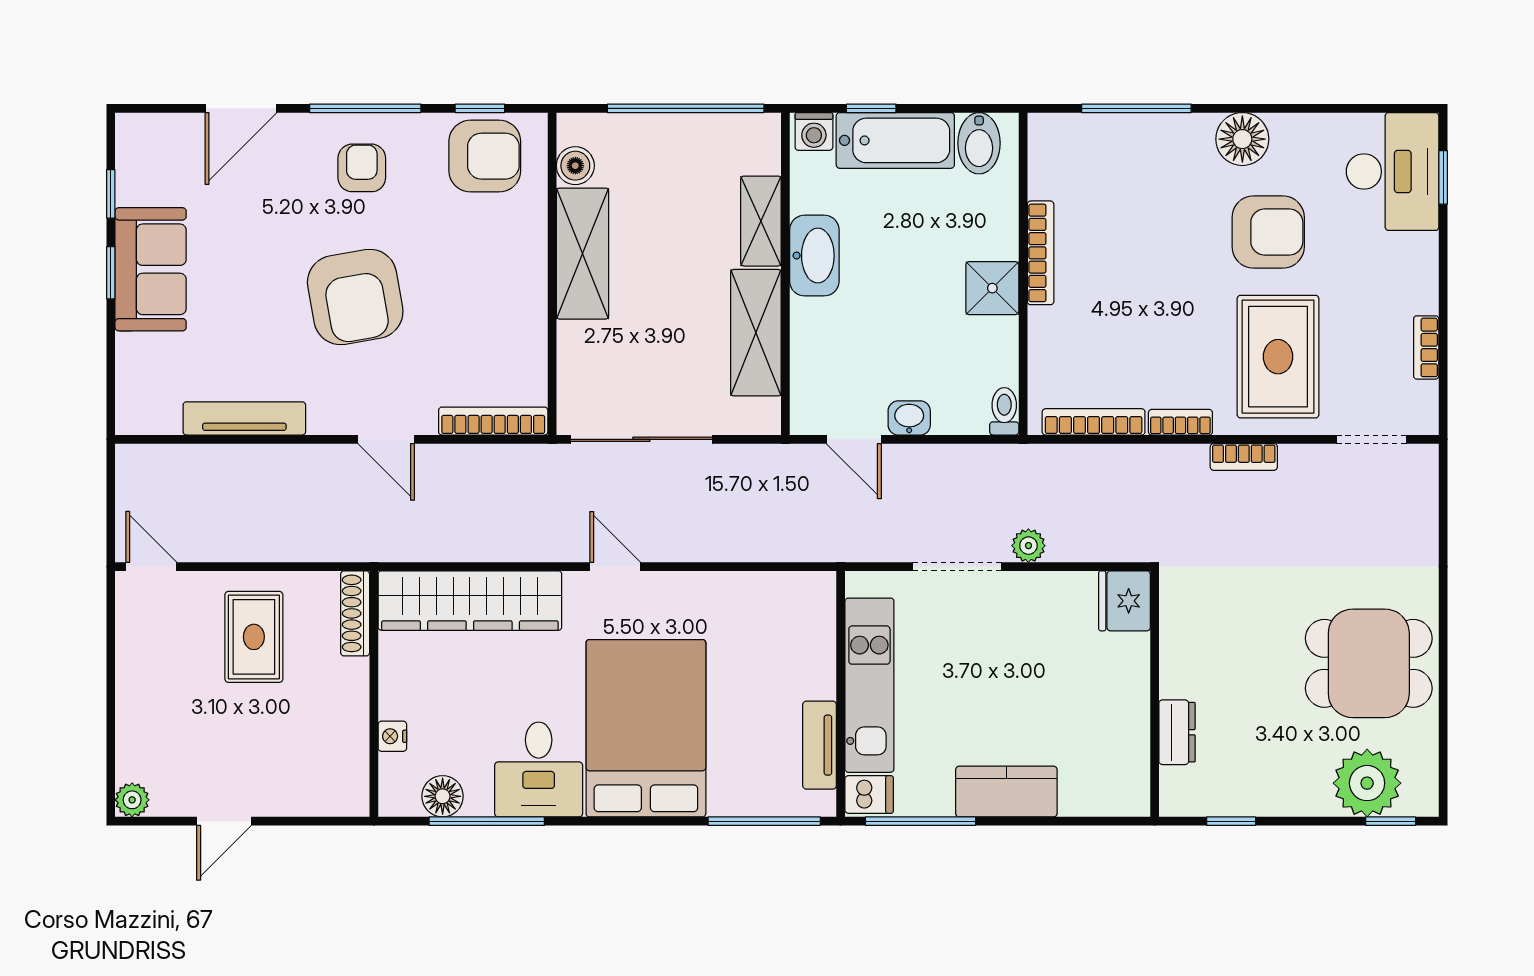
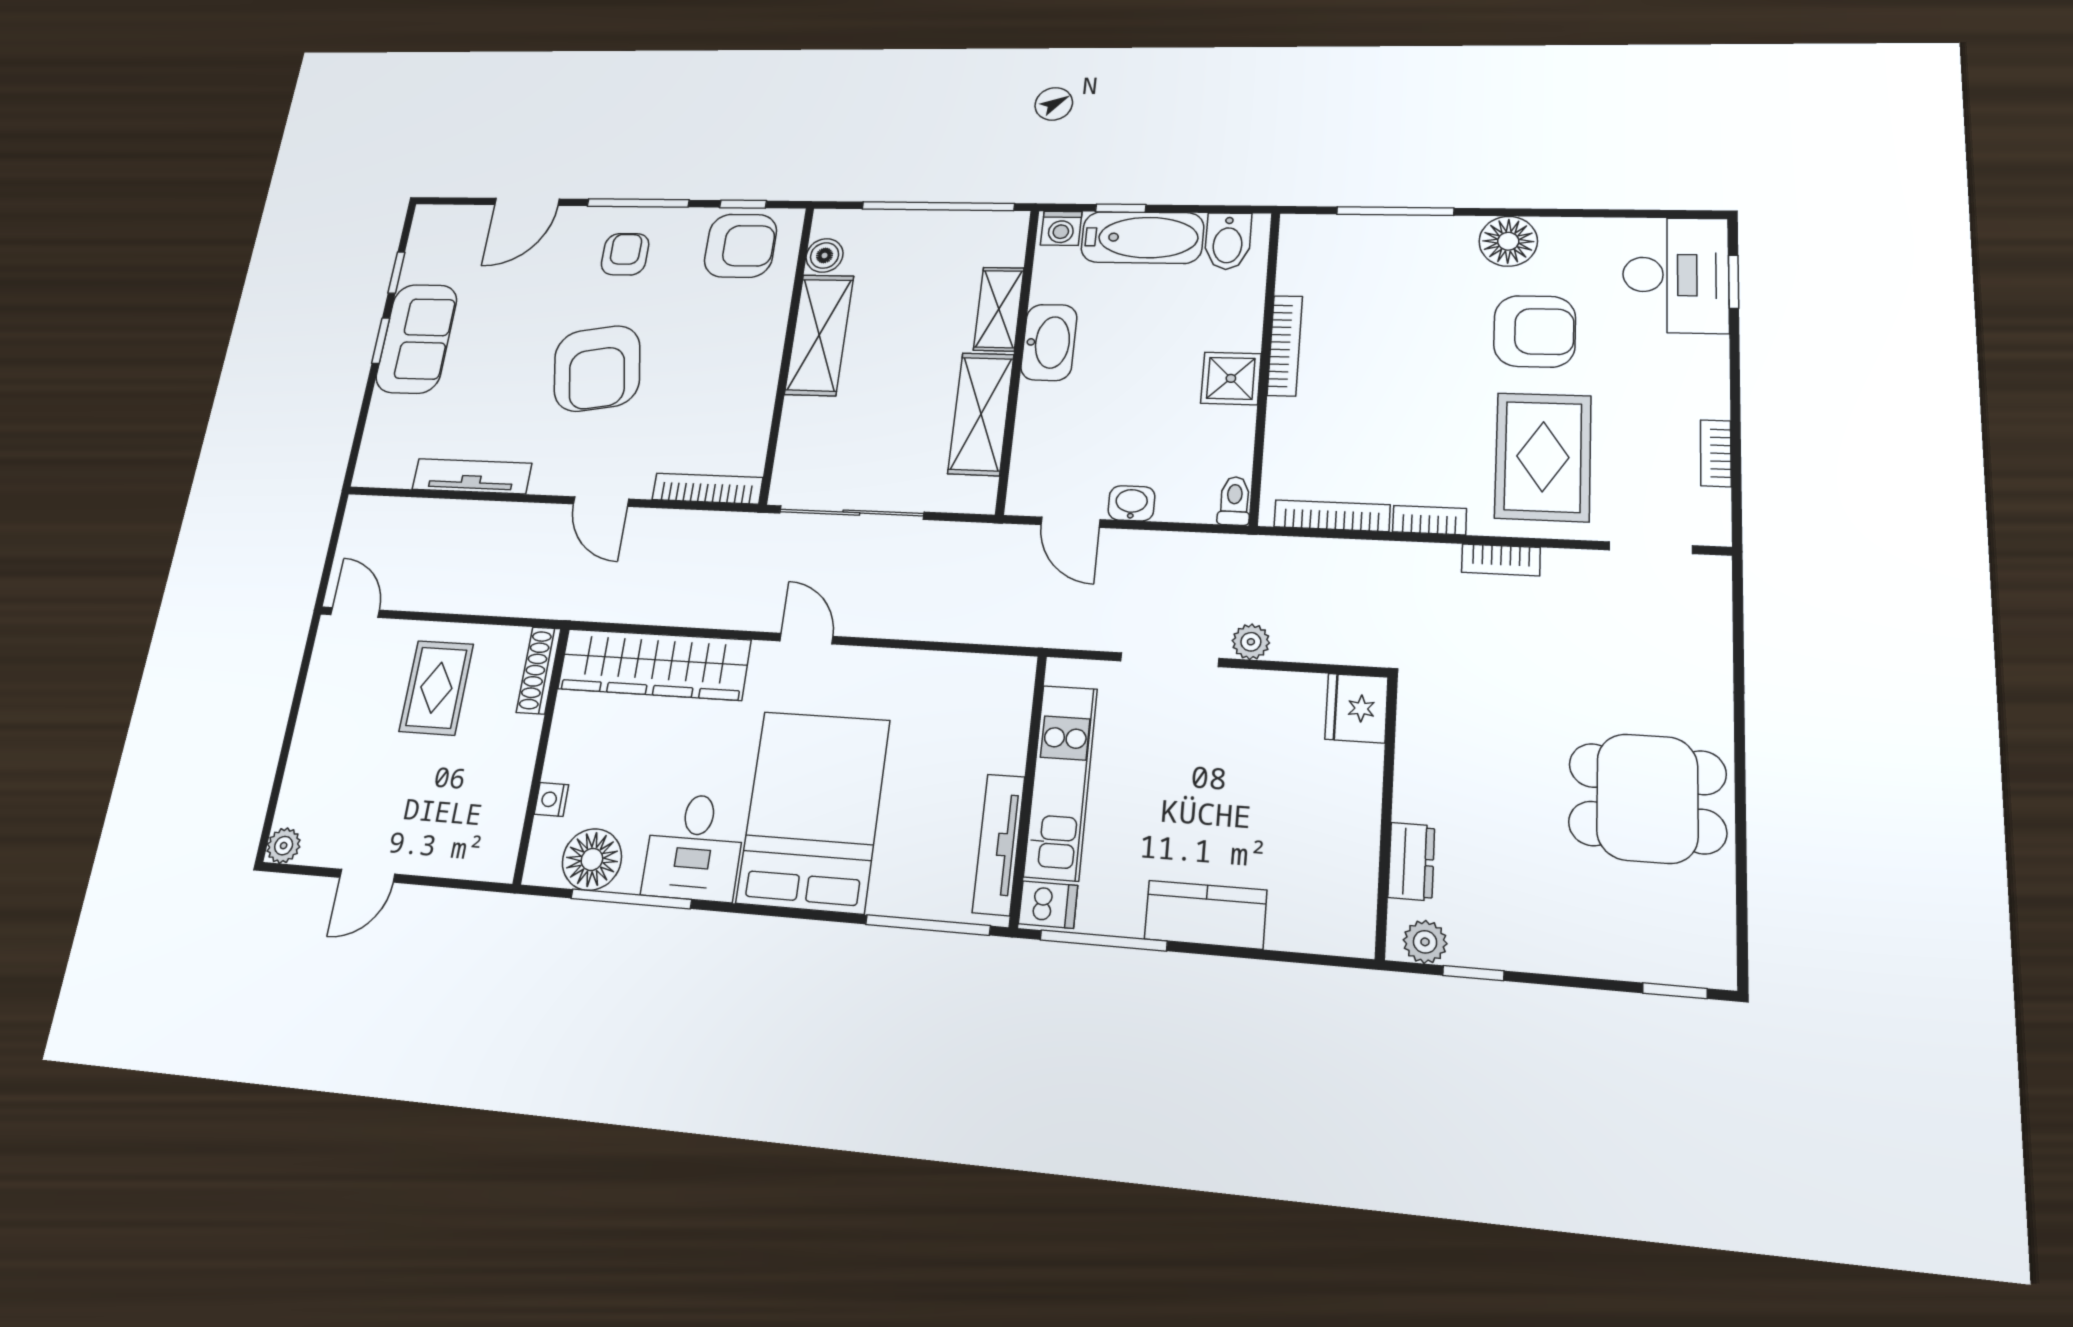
tv unit: (820, 745) -> (999, 844), width x1.41
plant: (1367, 783) -> (1425, 942), moved, width x0.53, depth x0.53
floor lamp: (443, 796) -> (592, 859), width x1.38, depth x1.38

